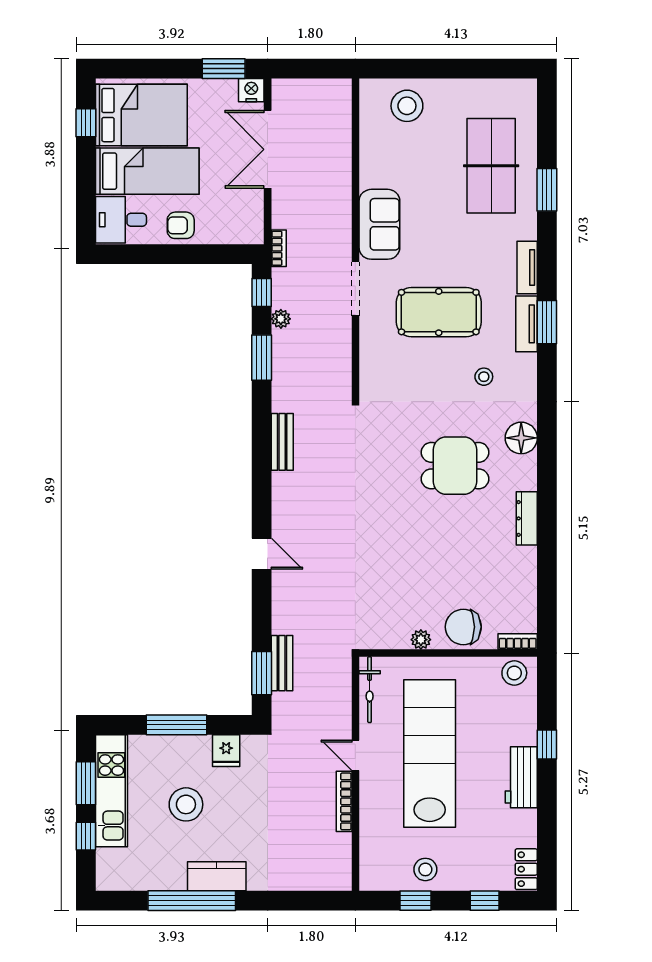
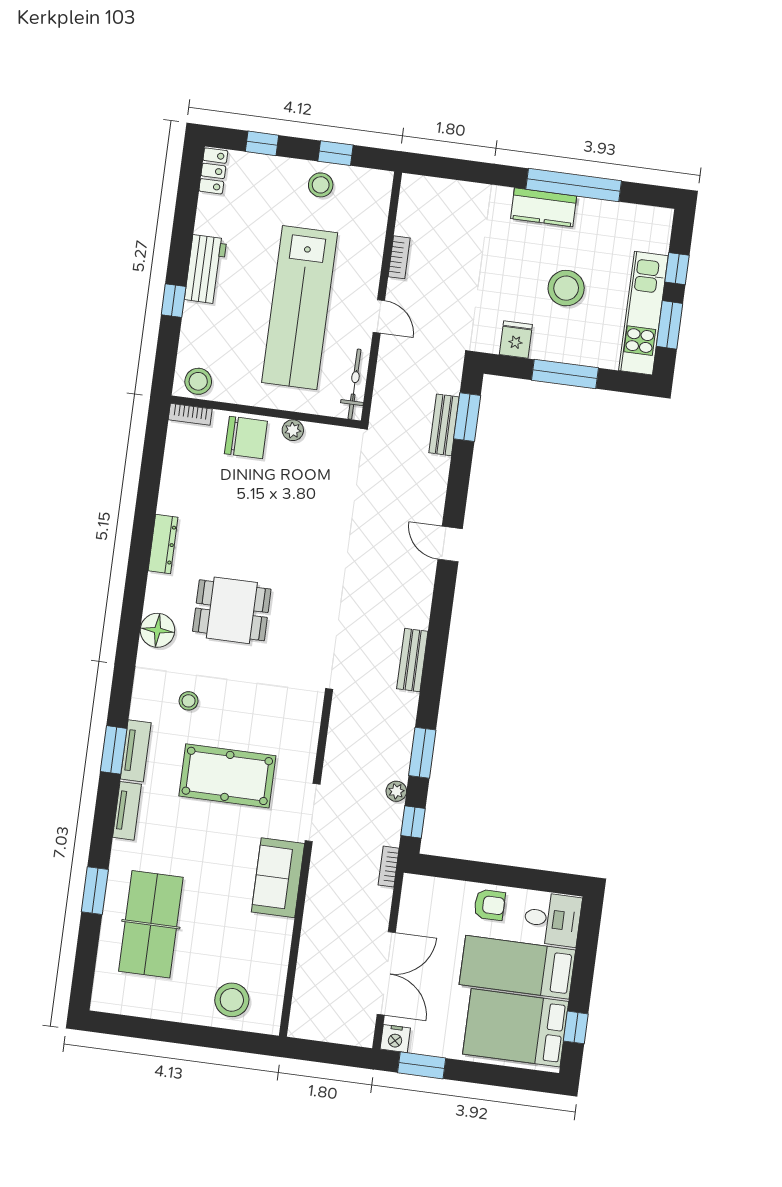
bookcase: (344, 801) -> (399, 257), width x0.64

